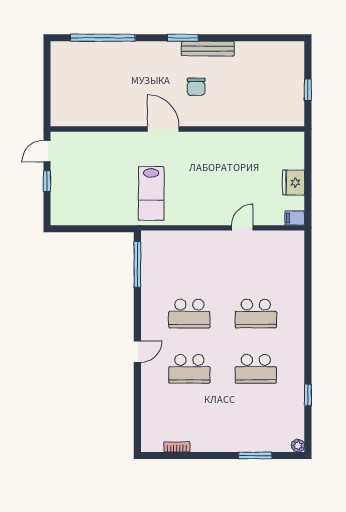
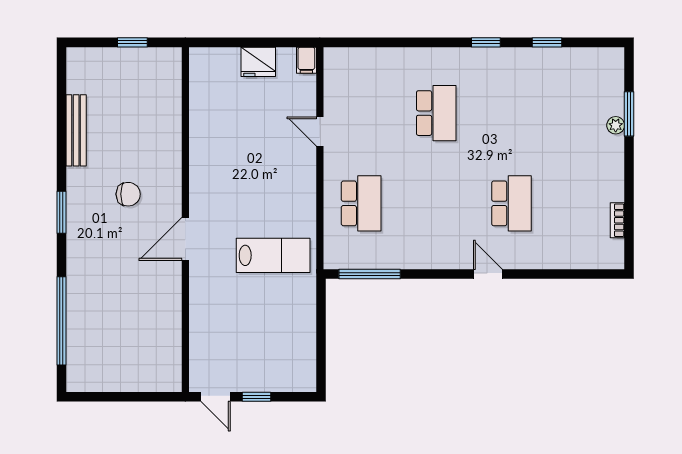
bench: (208, 49) -> (76, 130), moved
school desk: (189, 314) -> (361, 203), moved
window: (308, 350) -> (486, 42), added
school desk: (256, 369) -> (511, 113), removed
plant: (298, 446) -> (616, 125), moved

